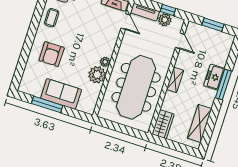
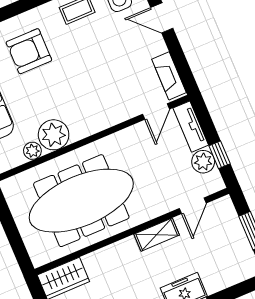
plant: (105, 62) -> (32, 151), moved
shelving: (175, 80) -> (157, 235), moved

